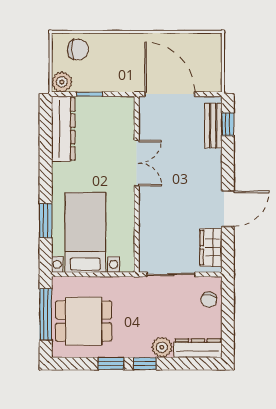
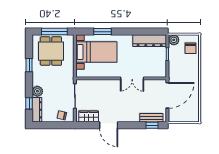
window: (145, 364) -> (29, 103), moved

